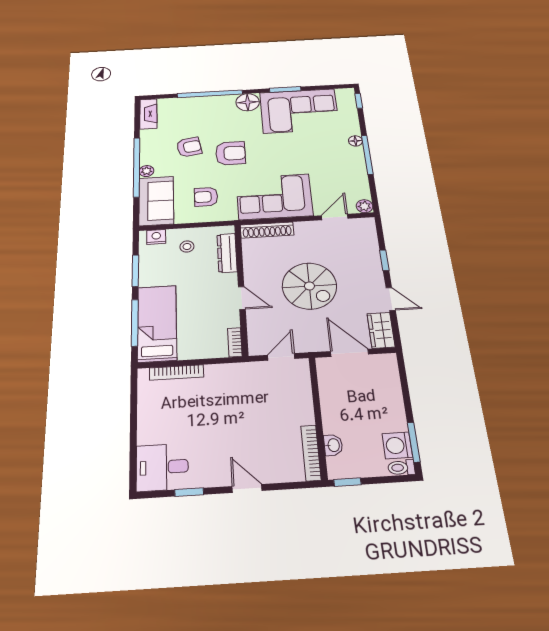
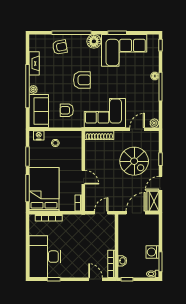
fireplace: (148, 114) -> (34, 63), moved
armchair: (189, 147) -> (60, 47), moved
dresser: (227, 253) -> (77, 149), removed
spiral stairs: (309, 286) -> (134, 161), moved
door: (391, 299) -> (160, 183), swing flipped
bed: (157, 323) -> (44, 189), width x1.50
door: (349, 353) -> (136, 213), hinge flipped
washing machine: (397, 445) -> (152, 252), moved
desk: (162, 467) -> (45, 257), width x1.87, depth x1.30
door: (247, 488) -> (96, 279), moved

